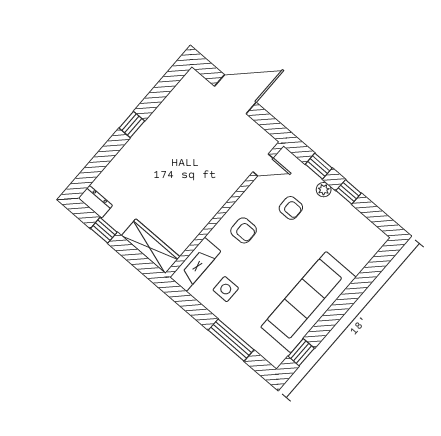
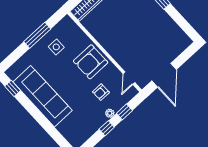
door: (235, 94) -> (164, 75), moved
armchair: (244, 230) -> (91, 62), width x1.88, depth x1.88
fireplace: (195, 264) -> (73, 30), removed
window: (231, 340) -> (37, 35), moved

